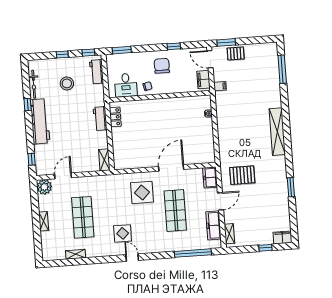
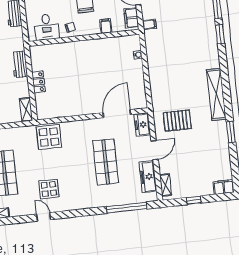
filing cabinet: (180, 86) -> (106, 26), added
window: (284, 98) -> (220, 34), added
locker: (115, 117) -> (39, 82), moved
shelving: (277, 132) -> (216, 94), moved
door: (171, 168) -> (117, 114), moved
display table: (142, 192) -> (49, 137), moved
window: (265, 248) -> (194, 200), moved
door: (132, 258) -> (44, 217), moved

